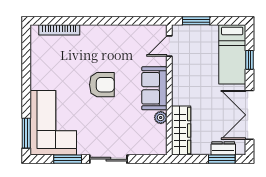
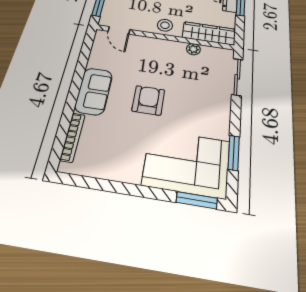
sofa: (154, 88) -> (94, 91), moved, turned -90
stool: (183, 88) -> (165, 25), added
sliding door: (108, 159) -> (237, 77), moved

